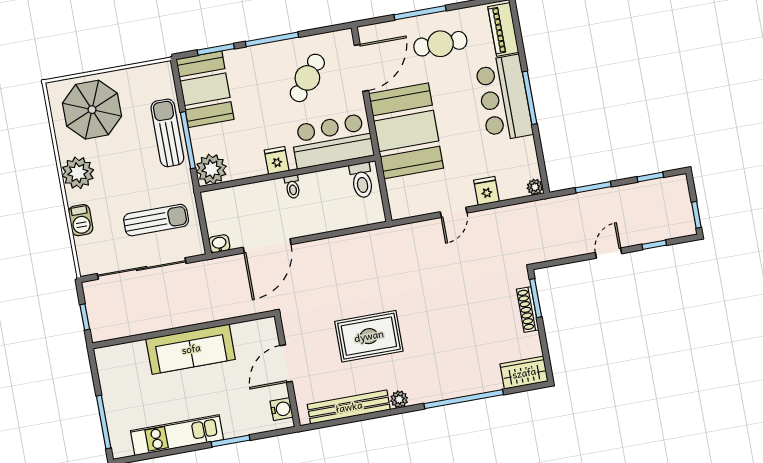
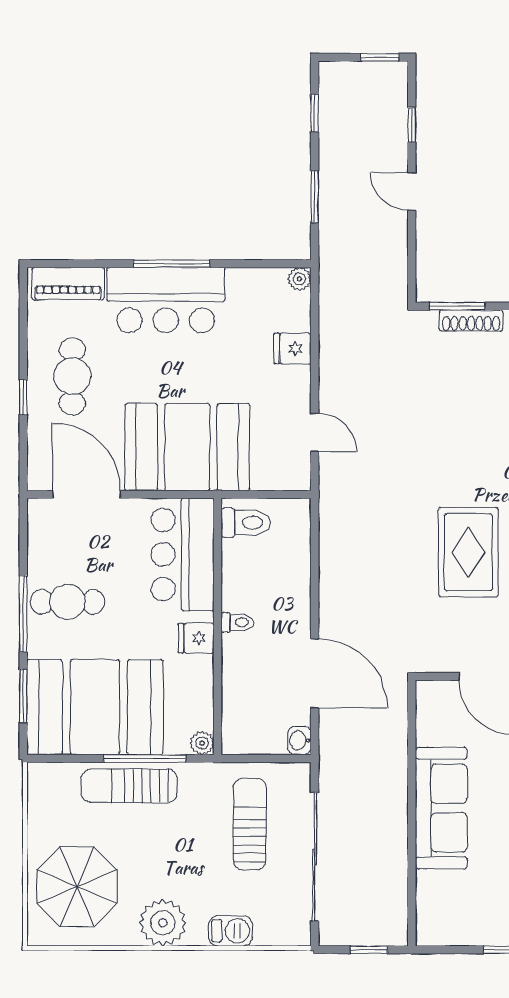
window: (420, 13) -> (23, 397), width x0.46
cafe table: (307, 78) -> (67, 602), moved, turned -39
booth: (205, 89) -> (95, 707), width x1.36, depth x1.42
plant: (211, 169) -> (202, 743), width x0.53, depth x0.53
door: (454, 212) -> (315, 432), moved

